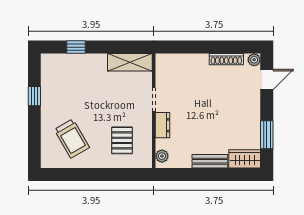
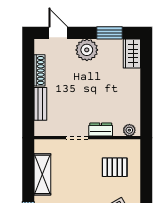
plant: (254, 60) -> (87, 50), moved, width x1.88, depth x1.88
shelving: (130, 62) -> (42, 174), moved
bench: (210, 161) -> (40, 104), moved

